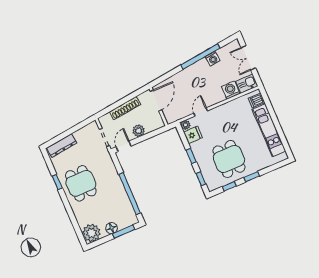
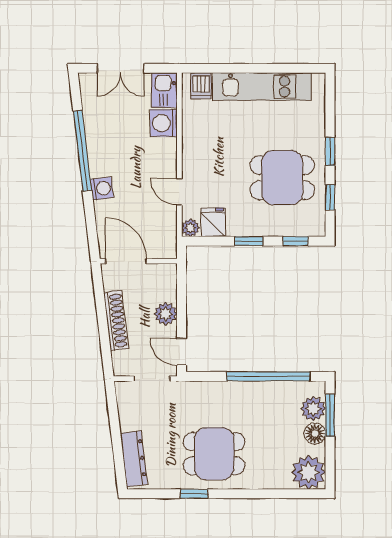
washing machine: (213, 59) -> (102, 188), moved
plant: (123, 222) -> (313, 409), added

